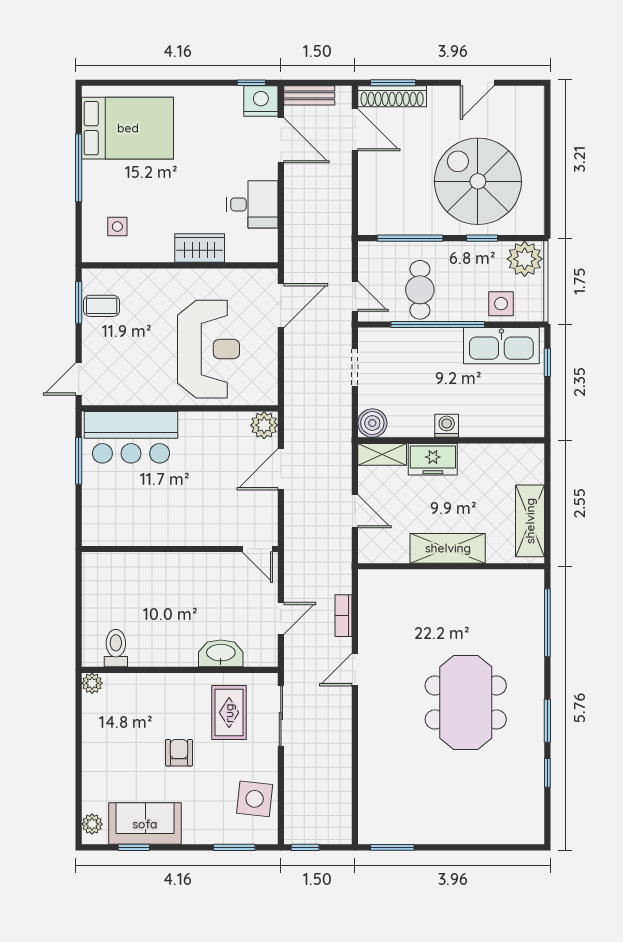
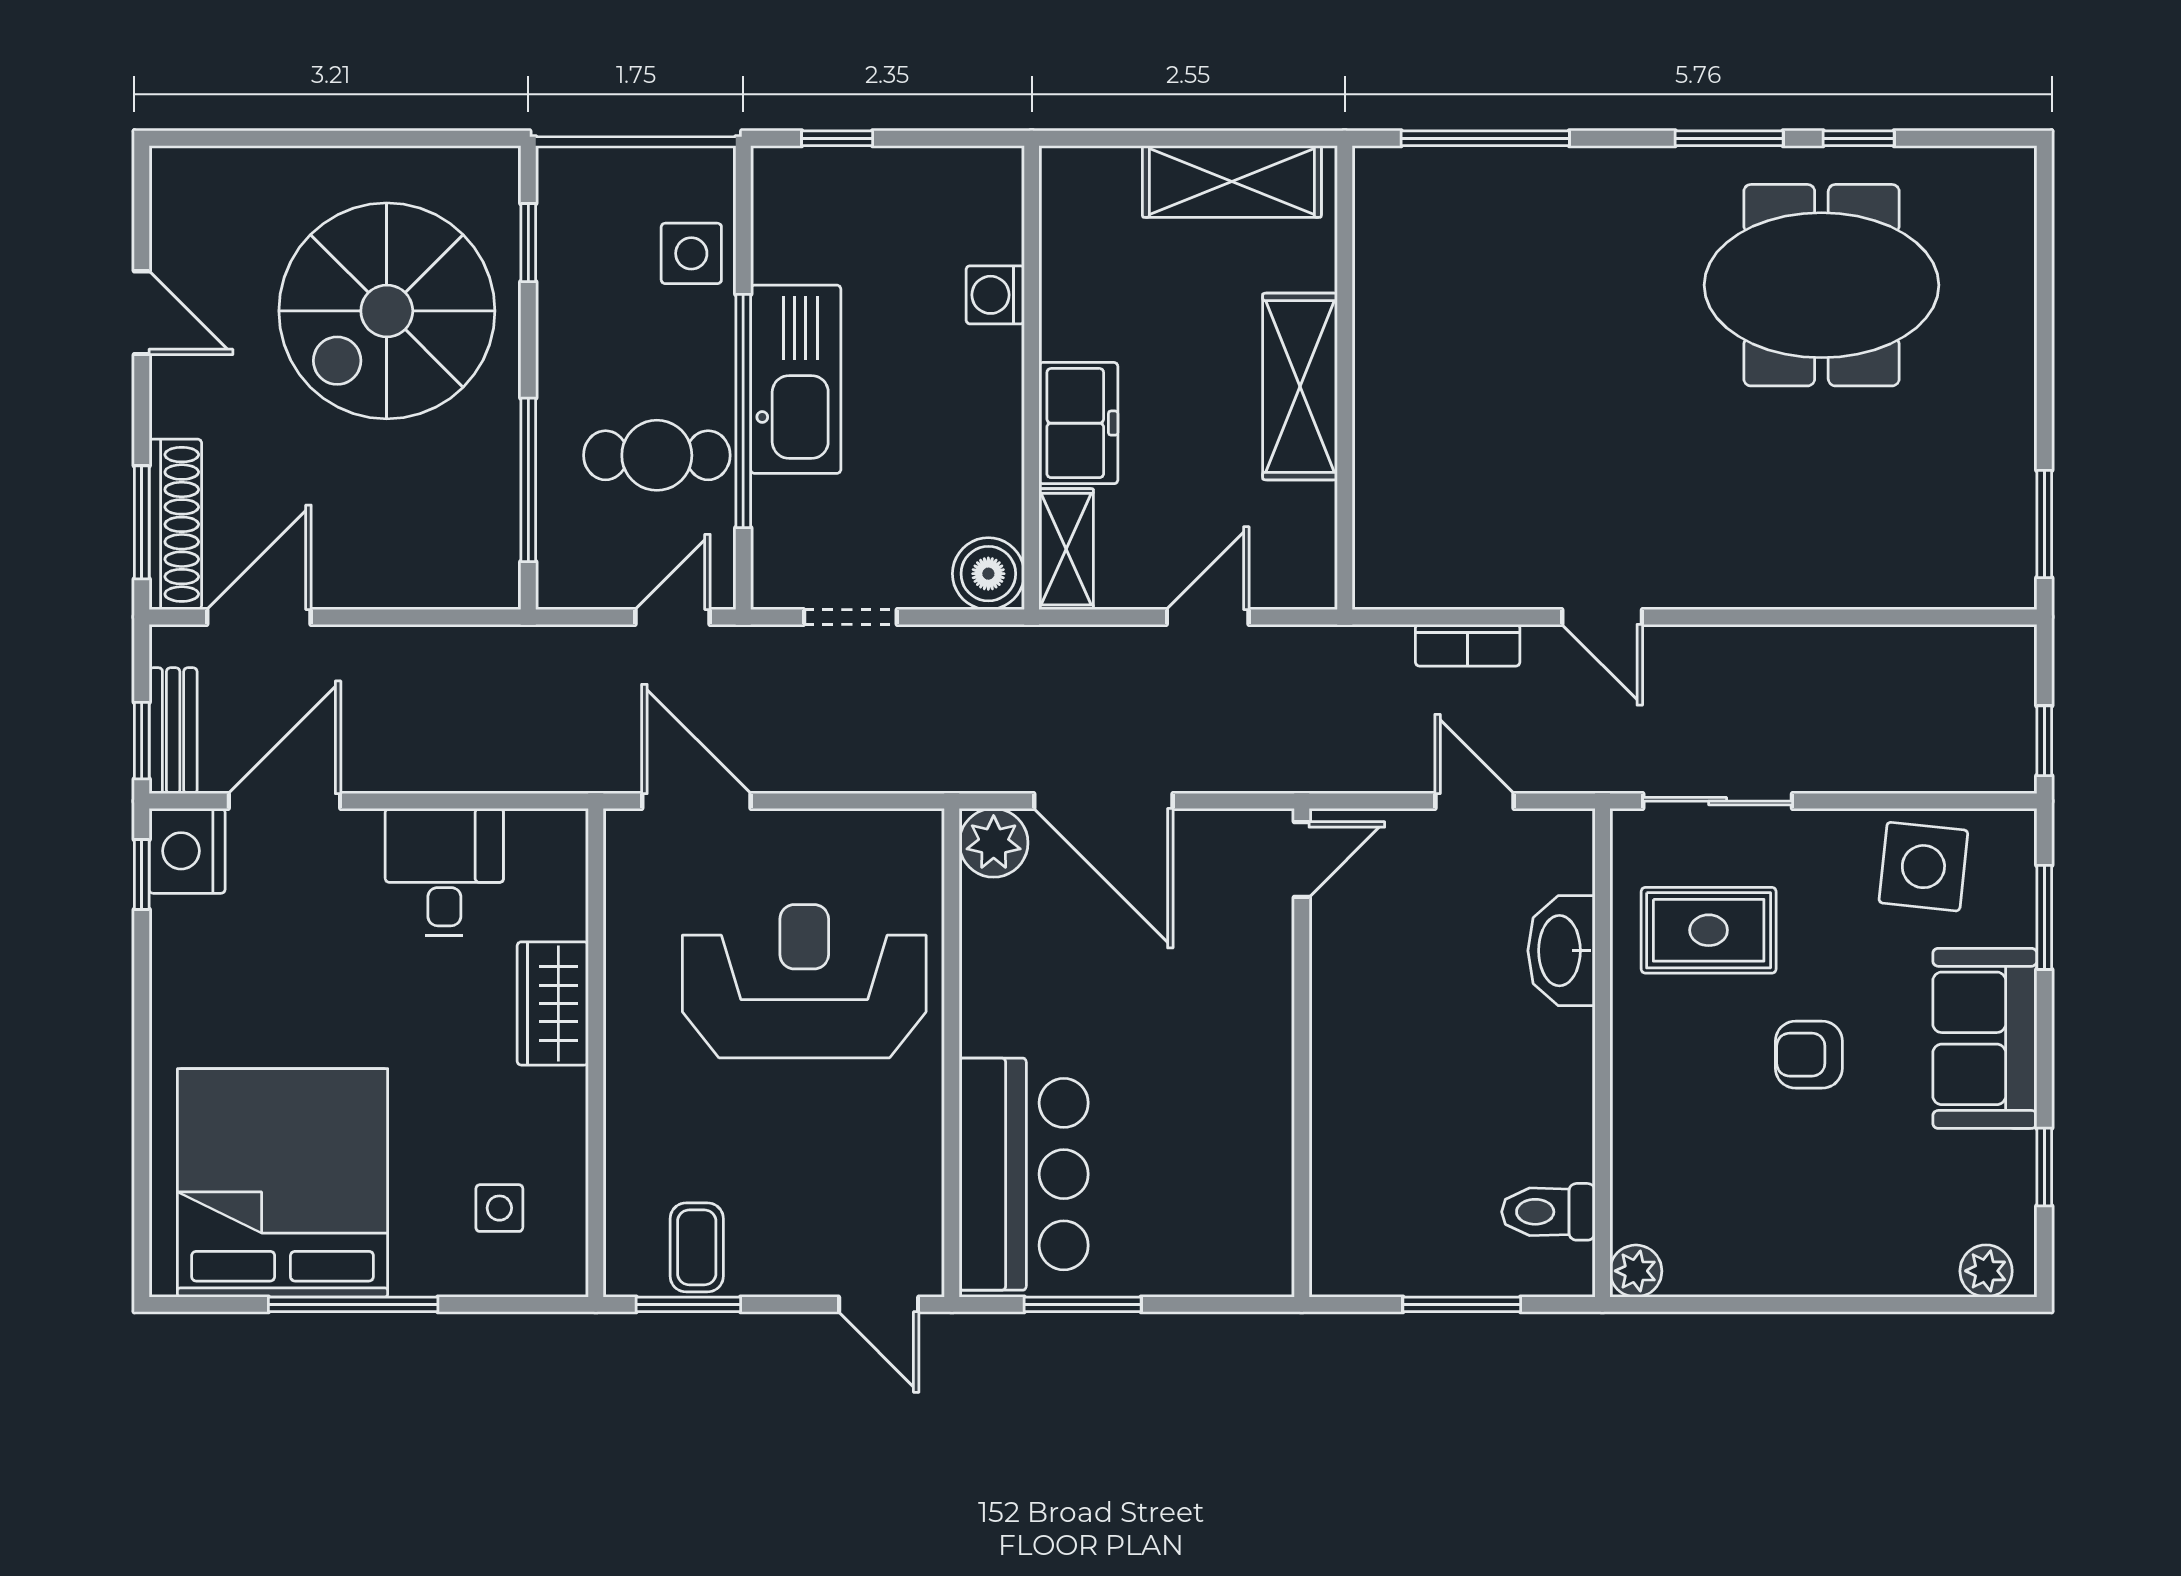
window: (305, 83) -> (142, 741), added
bed: (128, 128) -> (283, 1183), width x1.36
window: (482, 238) -> (528, 243), moved
plant: (525, 259) -> (580, 194), removed
kitchen sink: (501, 346) -> (796, 379), moved
washing machine: (447, 426) -> (995, 295), moved
door: (281, 469) -> (1103, 801), width x1.36
window: (79, 613) -> (1462, 1304), added
meeting table: (466, 702) -> (1821, 285), moved
sofa: (145, 824) -> (1985, 1038), moved

